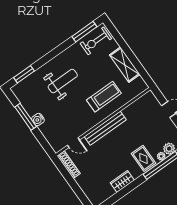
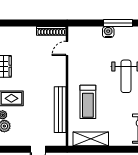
shelving: (125, 65) -> (91, 139), moved
bench: (105, 128) -> (60, 110), moved

